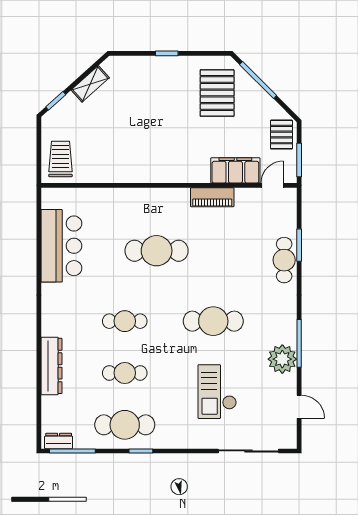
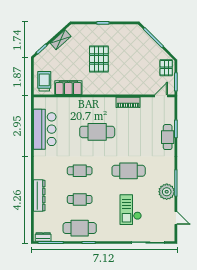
pallet: (217, 93) -> (99, 59), moved
filing cabinet: (235, 170) -> (68, 88), moved

